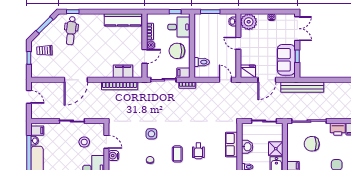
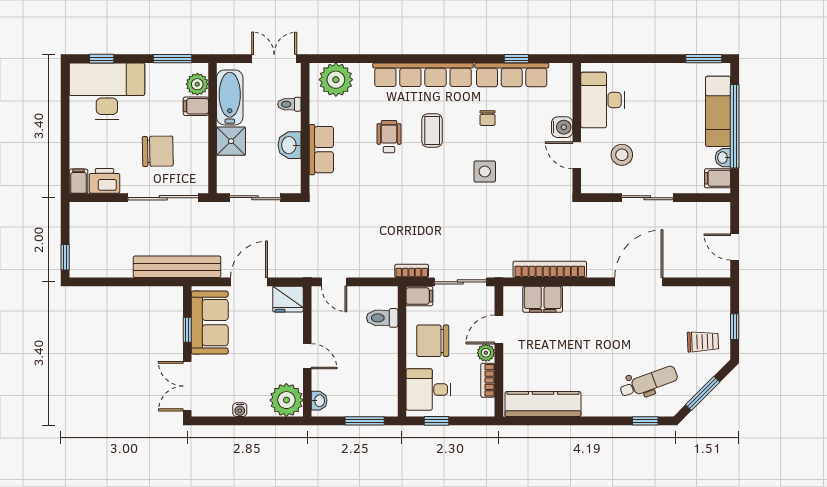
dental chair: (71, 31) -> (649, 382), turned 64
chair: (177, 51) -> (433, 341), turned 180

